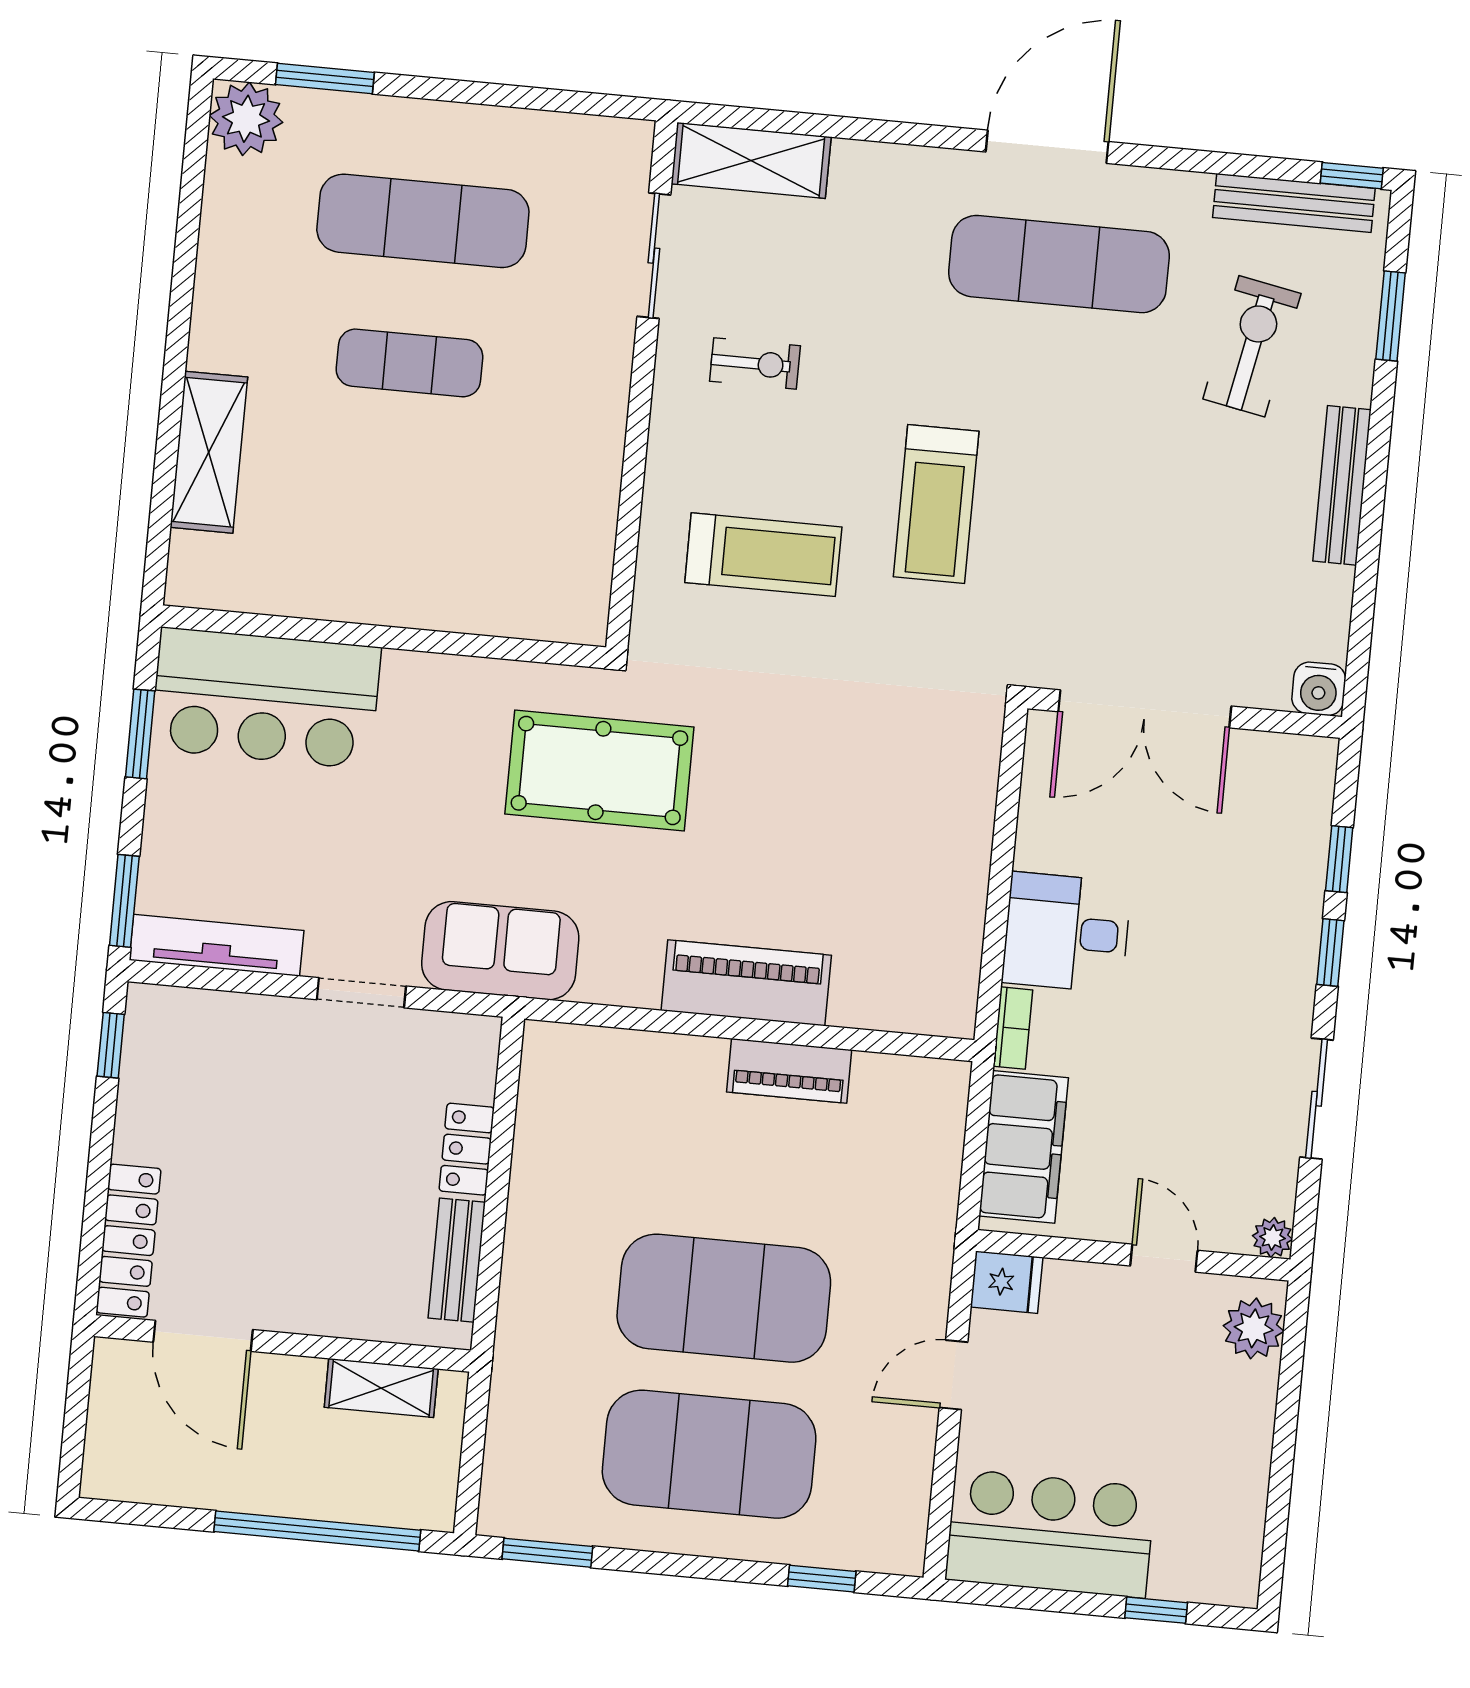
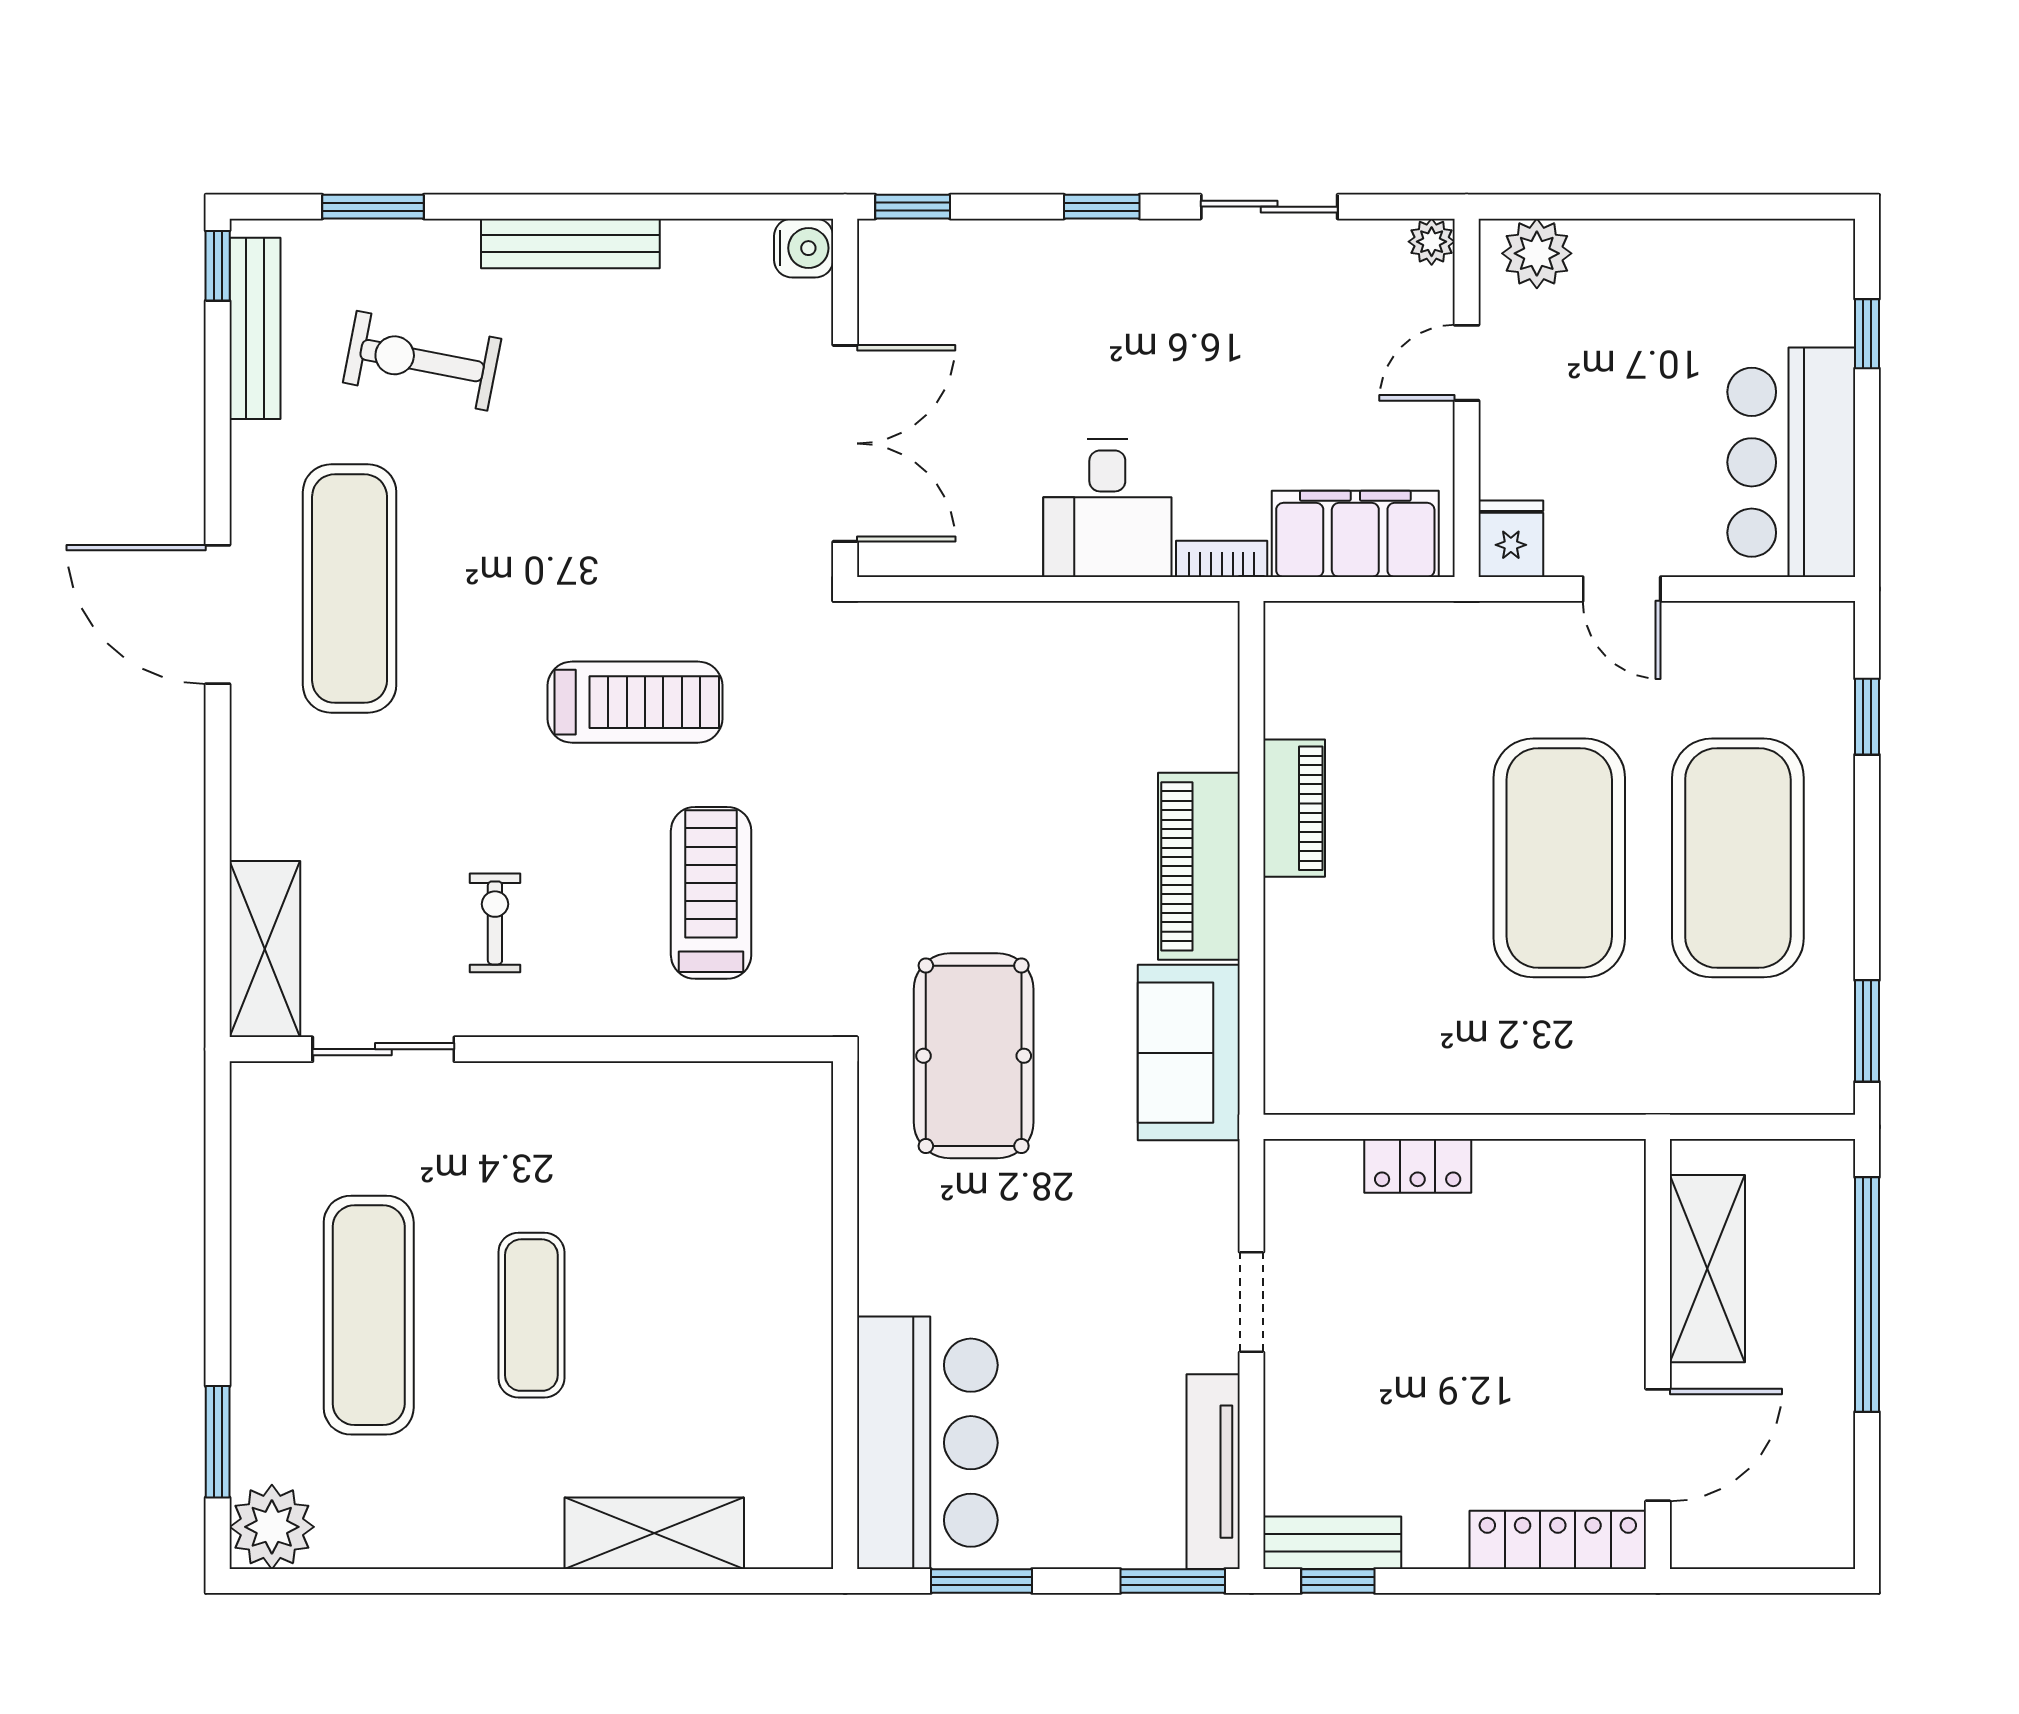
window: (1339, 859) -> (913, 207), moved
sofa: (500, 951) -> (1189, 1053), moved
bench: (457, 1260) -> (1332, 1543), moved
shelving: (381, 1388) -> (1707, 1269), width x1.50, depth x1.33

